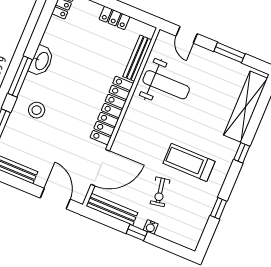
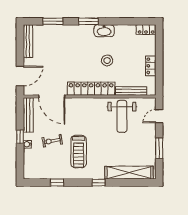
window: (20, 77) -> (88, 21), width x0.69
stool: (37, 110) -> (107, 60), moved
treadmill: (189, 162) -> (79, 152), turned 180

